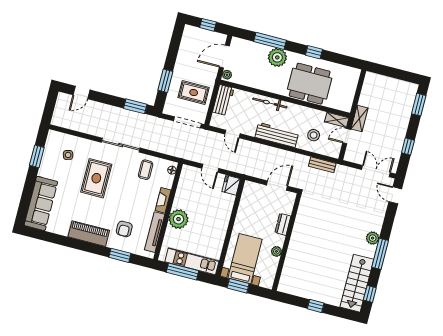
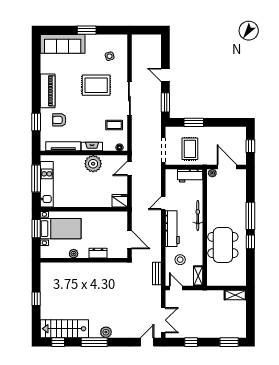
window: (270, 41) -> (250, 216), moved
plant: (277, 57) -> (238, 212), removed
door: (82, 92) -> (165, 75), moved
shelving: (360, 119) -> (235, 295), moved
door: (232, 134) -> (163, 203), moved
door: (347, 136) -> (176, 288), moved
window: (37, 156) -> (87, 30), moved
door: (210, 168) -> (129, 168), moved
plant: (178, 219) -> (93, 164), moved

